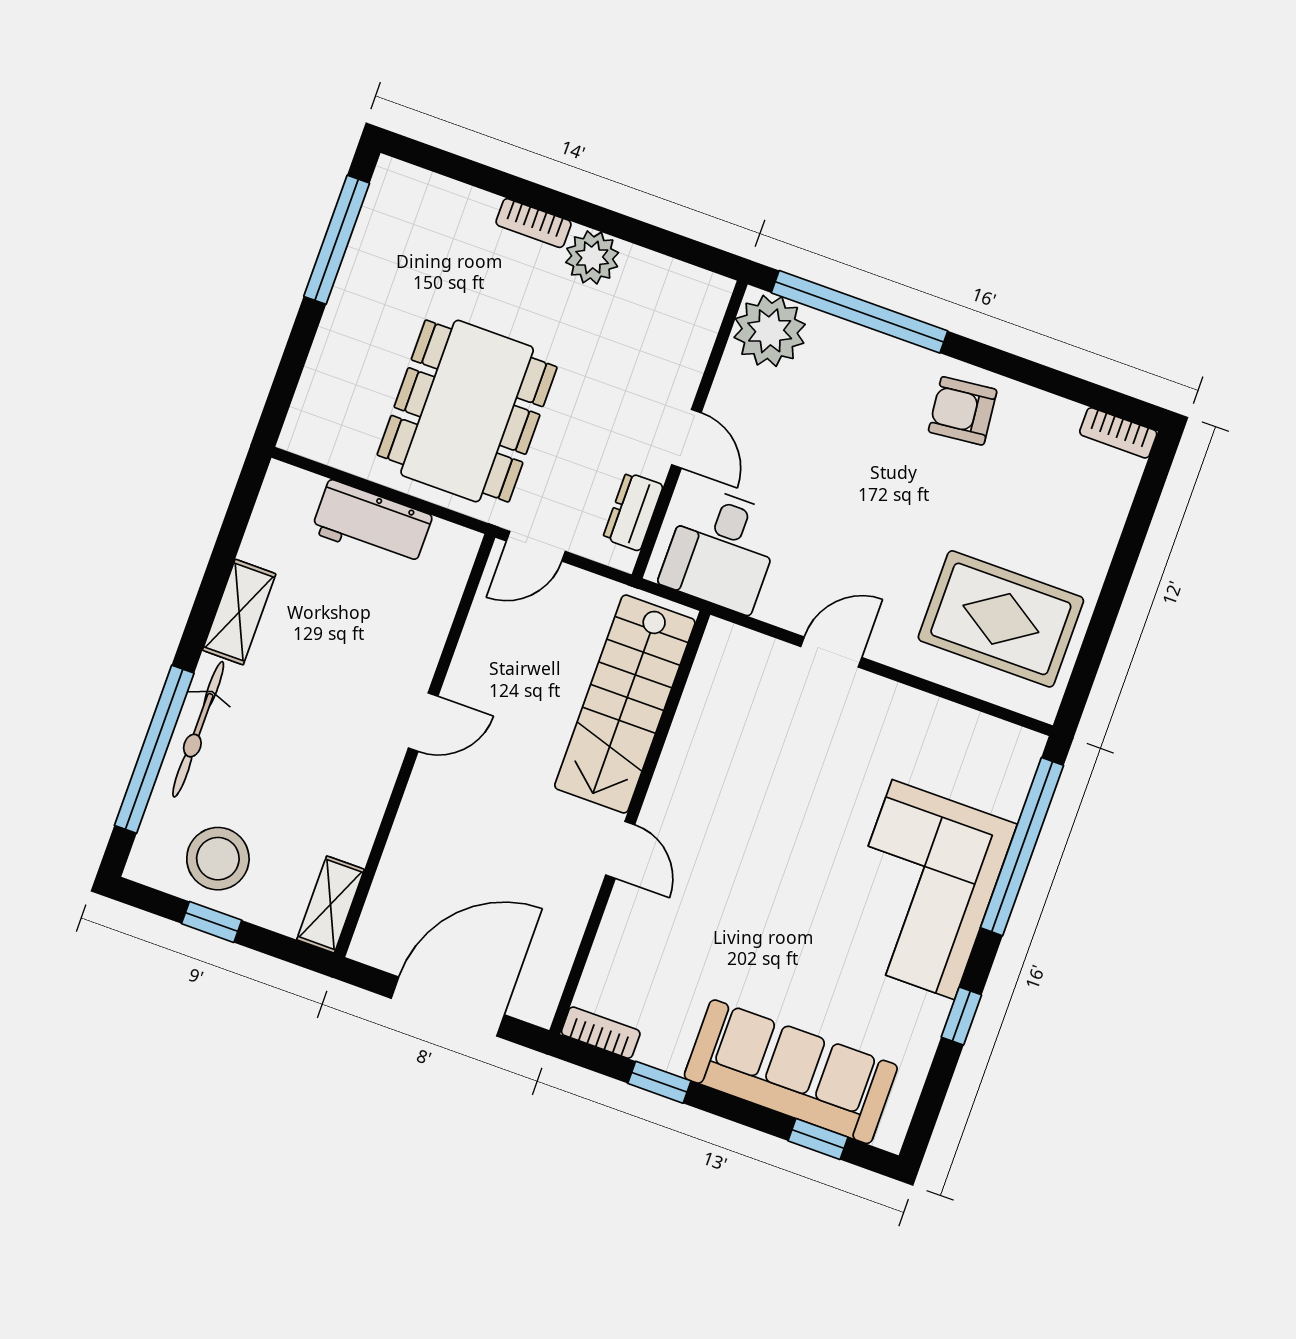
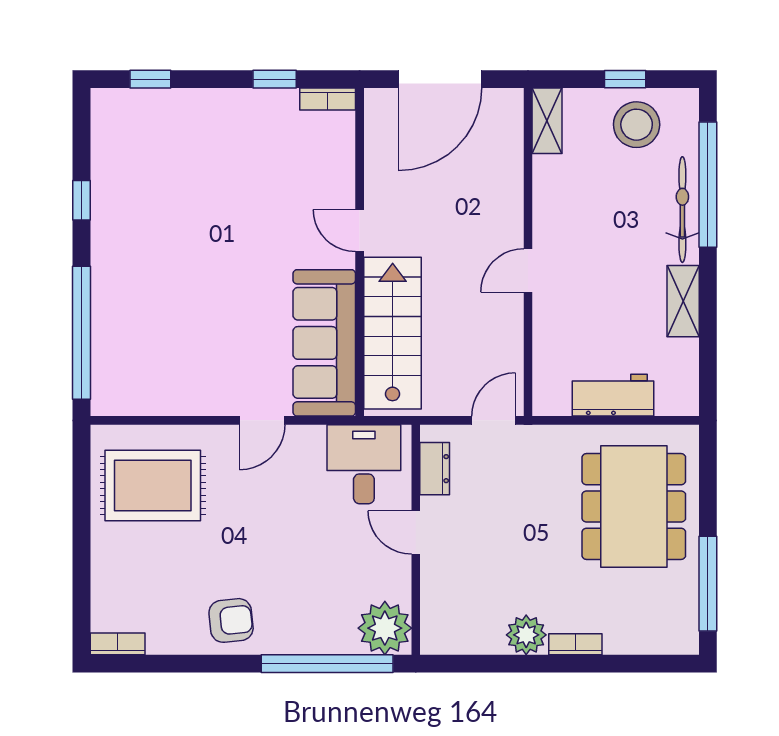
dining table: (467, 411) -> (634, 507), moved
corner sofa: (923, 890) -> (139, 278), removed
sofa: (791, 1072) -> (324, 343), moved, turned 90

